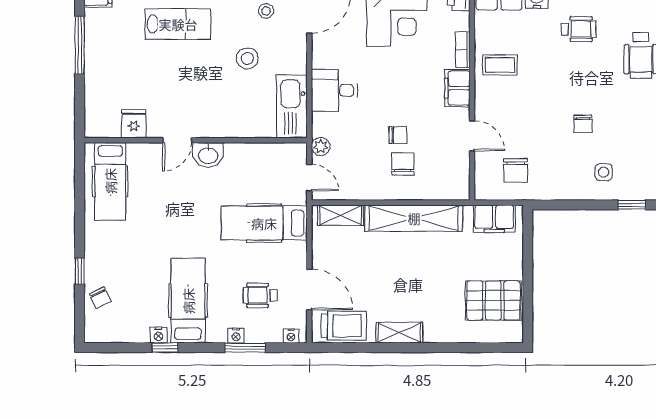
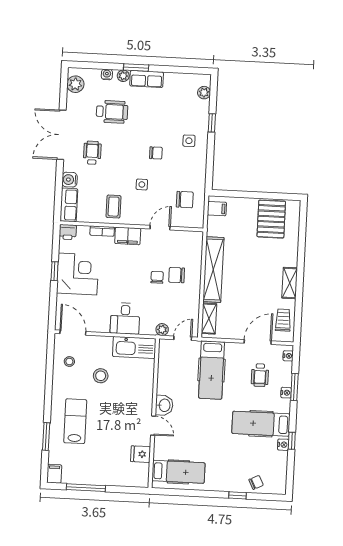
side table: (535, 105) -> (142, 184), added
filing cabinet: (494, 219) -> (217, 209), width x0.50
trolley: (344, 326) -> (283, 320), width x0.73, depth x0.72

